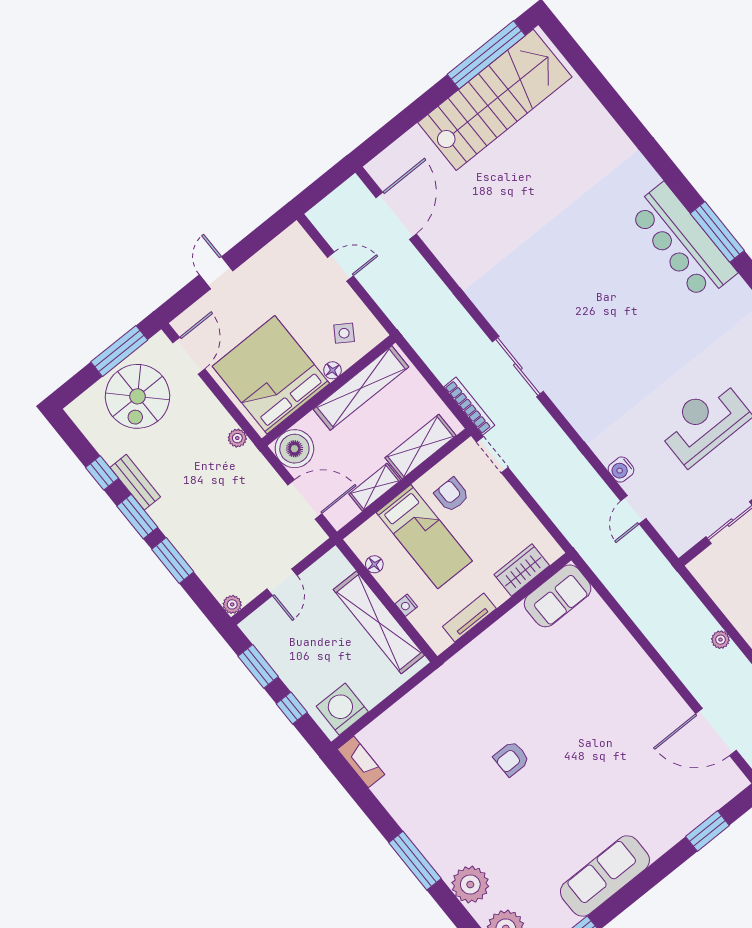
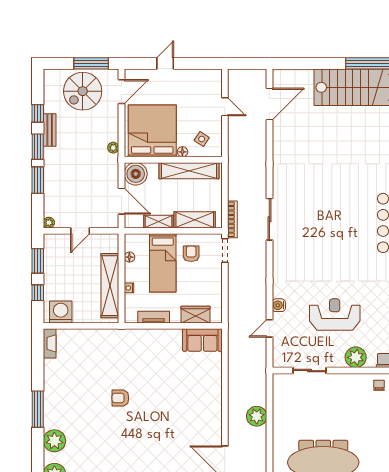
plant: (720, 640) -> (257, 416), width x1.87, depth x1.87

